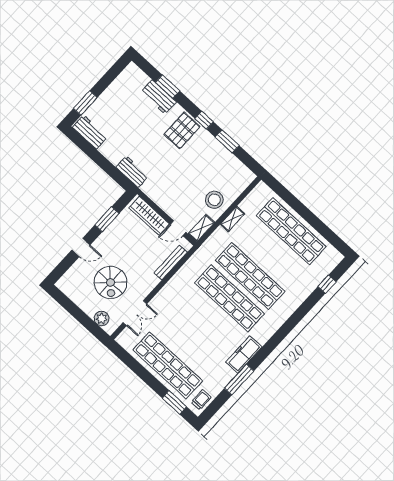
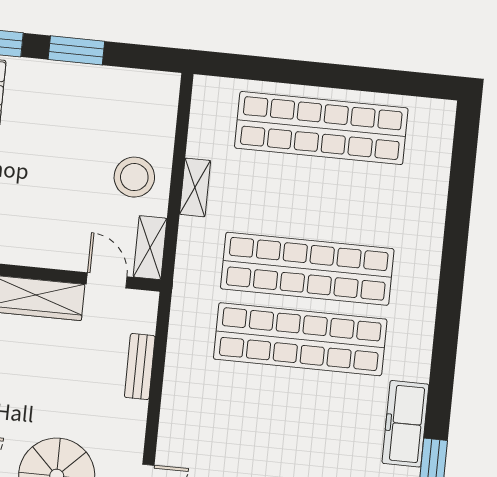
door: (178, 228) -> (107, 280), swing flipped
bench: (171, 263) -> (140, 367), width x0.73
window: (327, 284) -> (462, 177), removed

